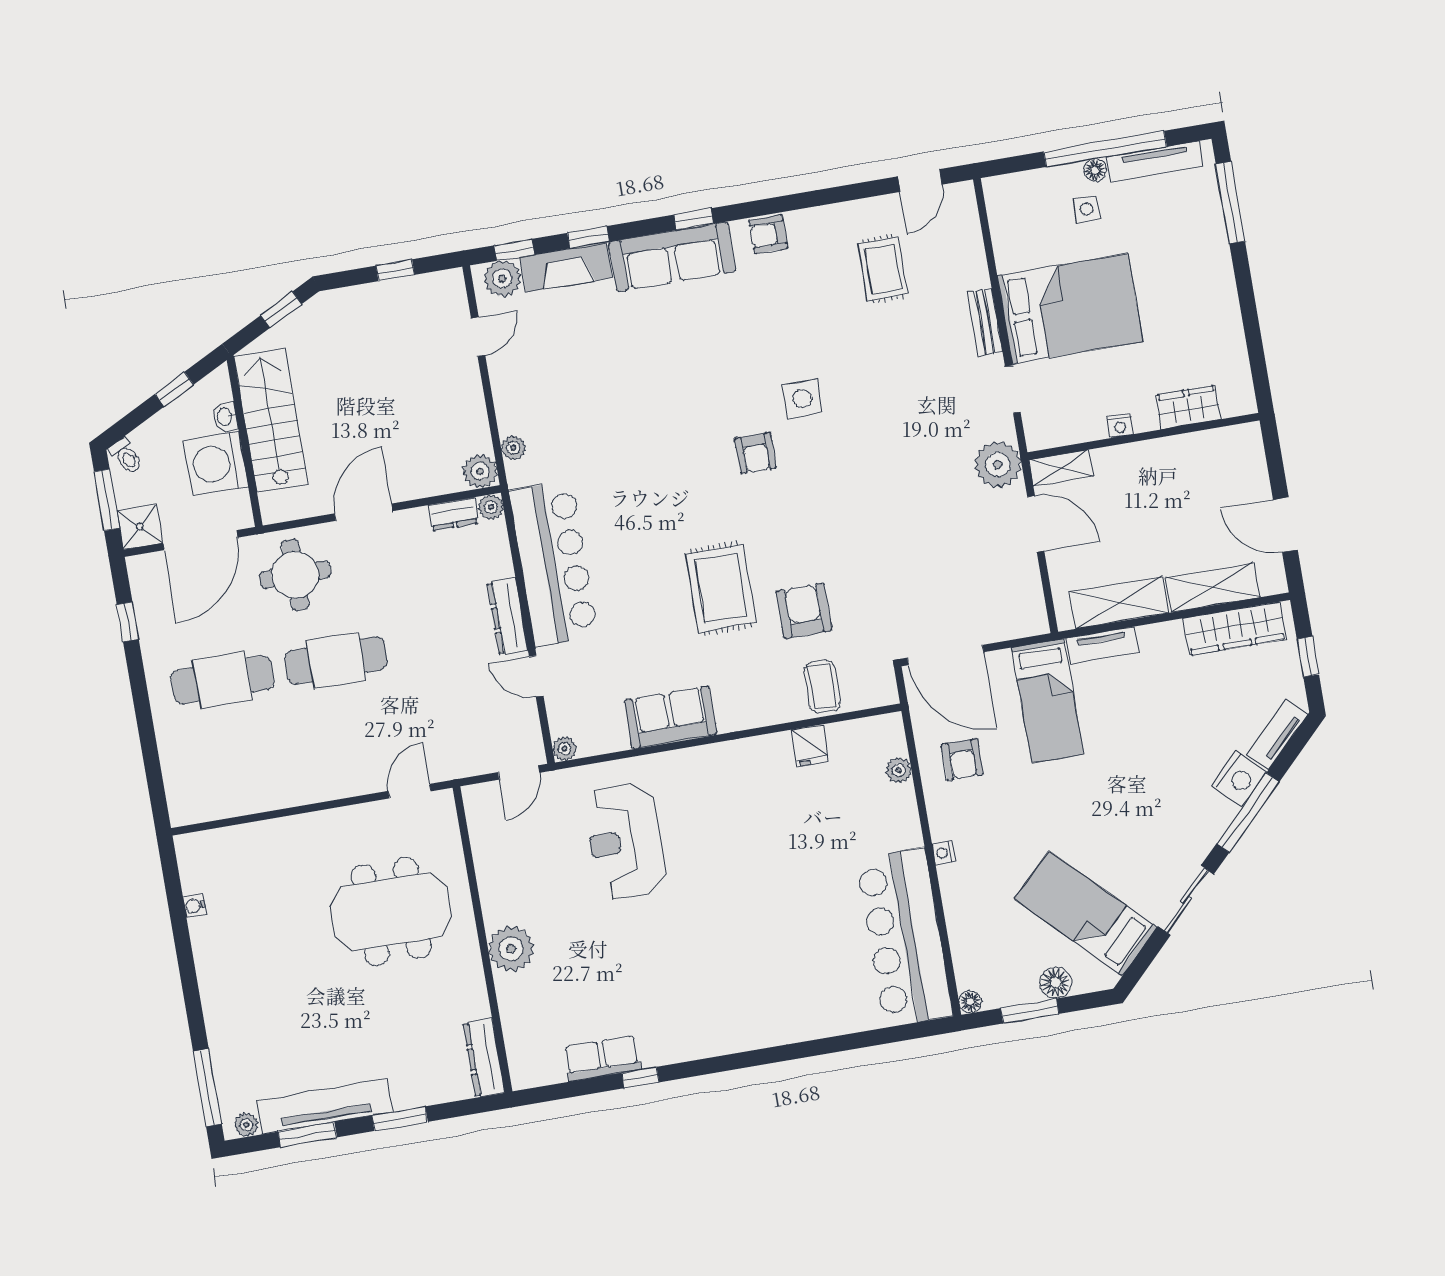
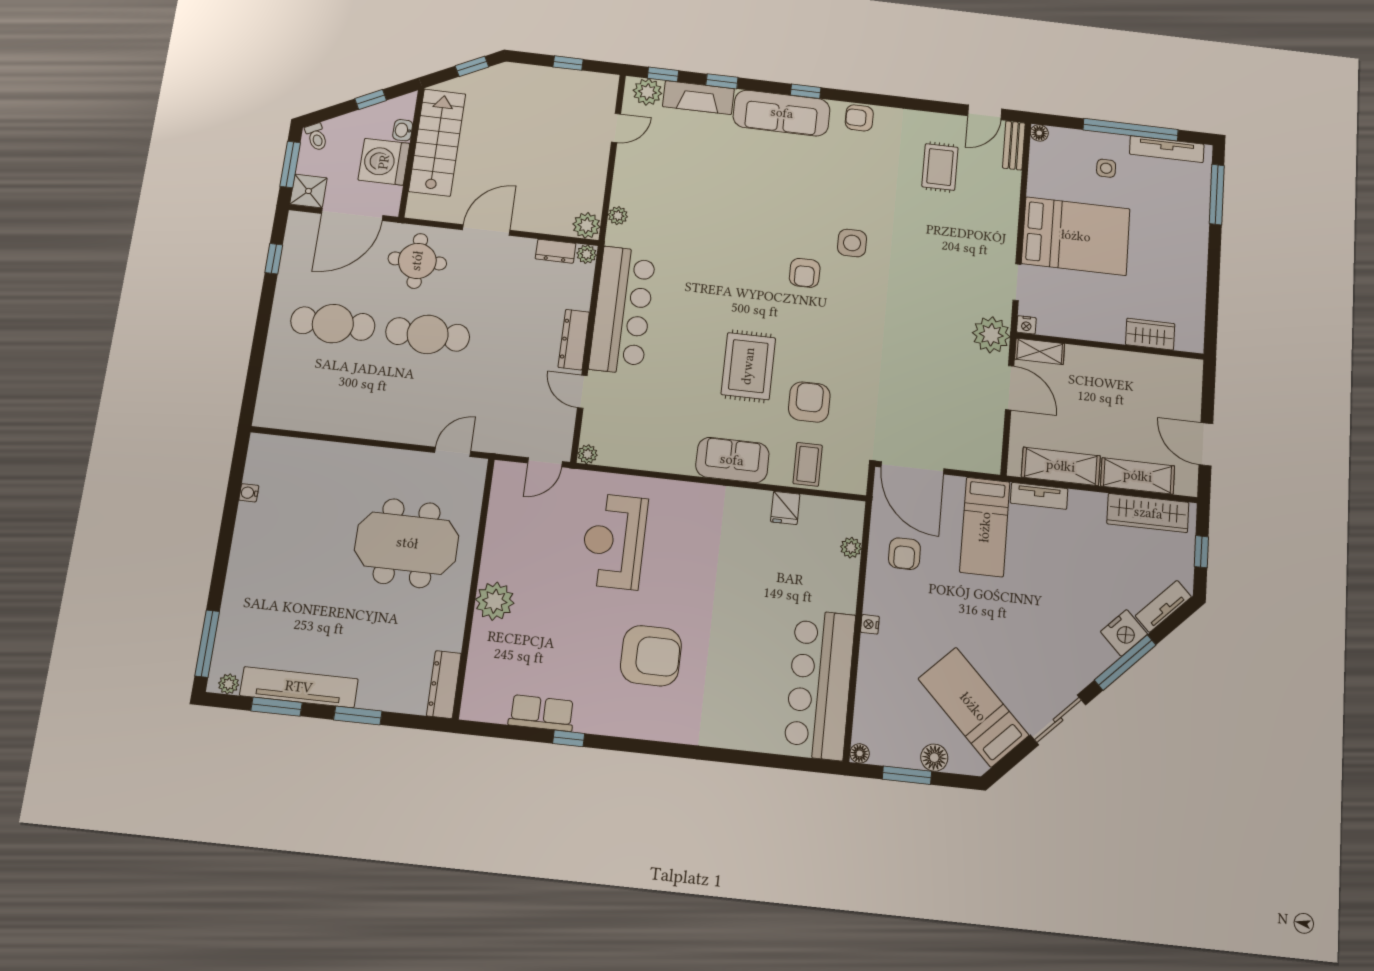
floor lamp: (1095, 170) -> (1039, 133), moved
bench: (985, 322) -> (1014, 145), moved
nightstand: (1120, 425) -> (1026, 325), moved
sofa: (671, 717) -> (732, 460), moved
armchair: (705, 960) -> (651, 656), added

